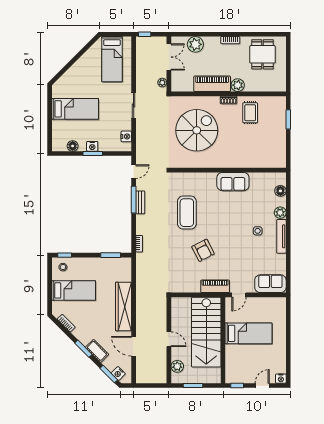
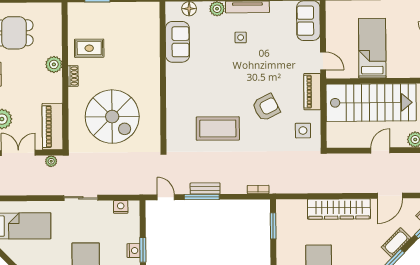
piano: (212, 84) -> (53, 127), moved
spiral stairs: (197, 130) -> (112, 117), turned 180
sofa: (233, 182) -> (177, 42), moved
side table: (185, 279) -> (303, 131), added

